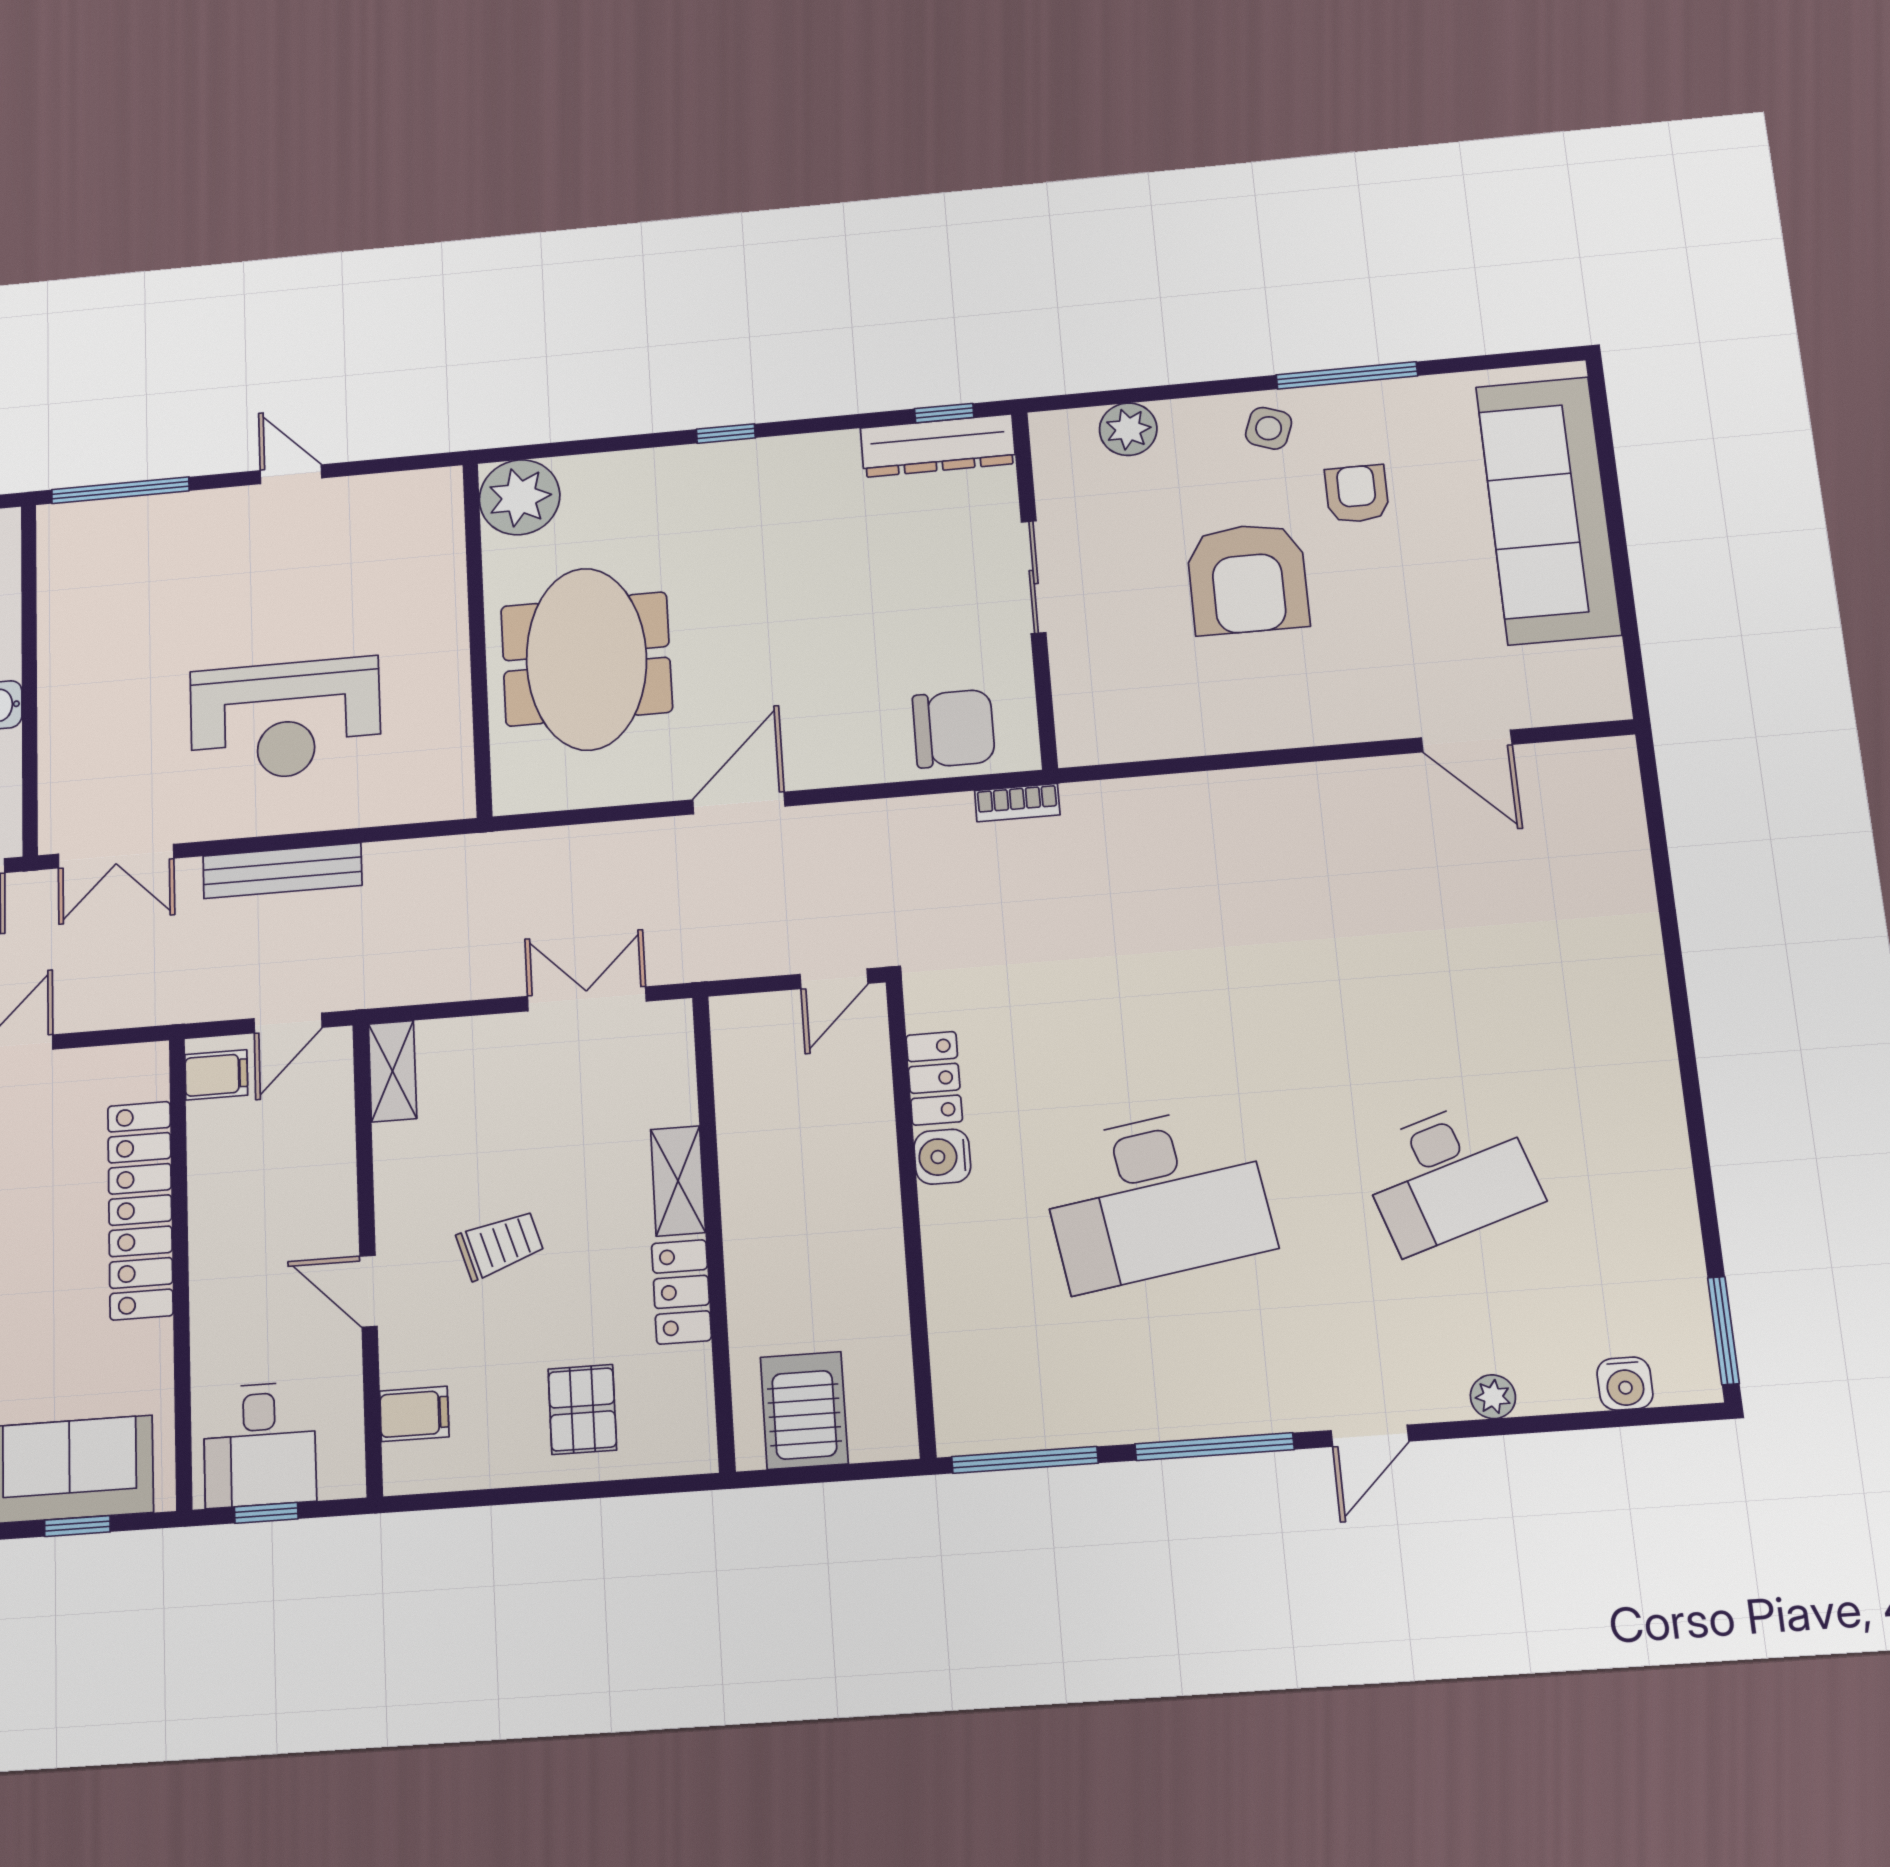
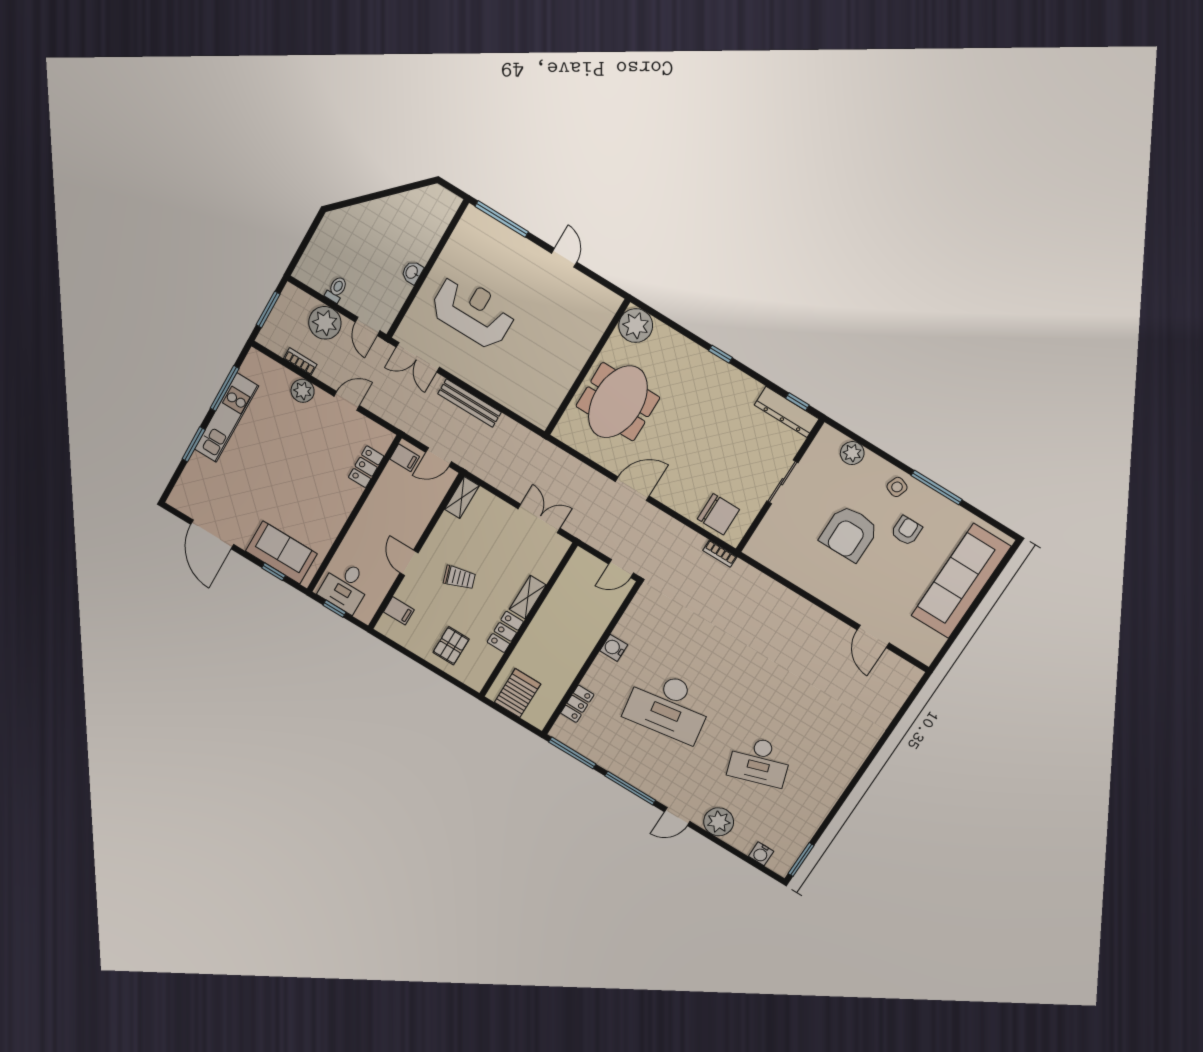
reception desk: (285, 720) -> (473, 311), moved, turned 180
locker: (934, 1078) -> (577, 704), moved
locker: (140, 1210) -> (366, 467), width x0.46, depth x0.83
plant: (1493, 1397) -> (719, 822), width x1.88, depth x1.88

